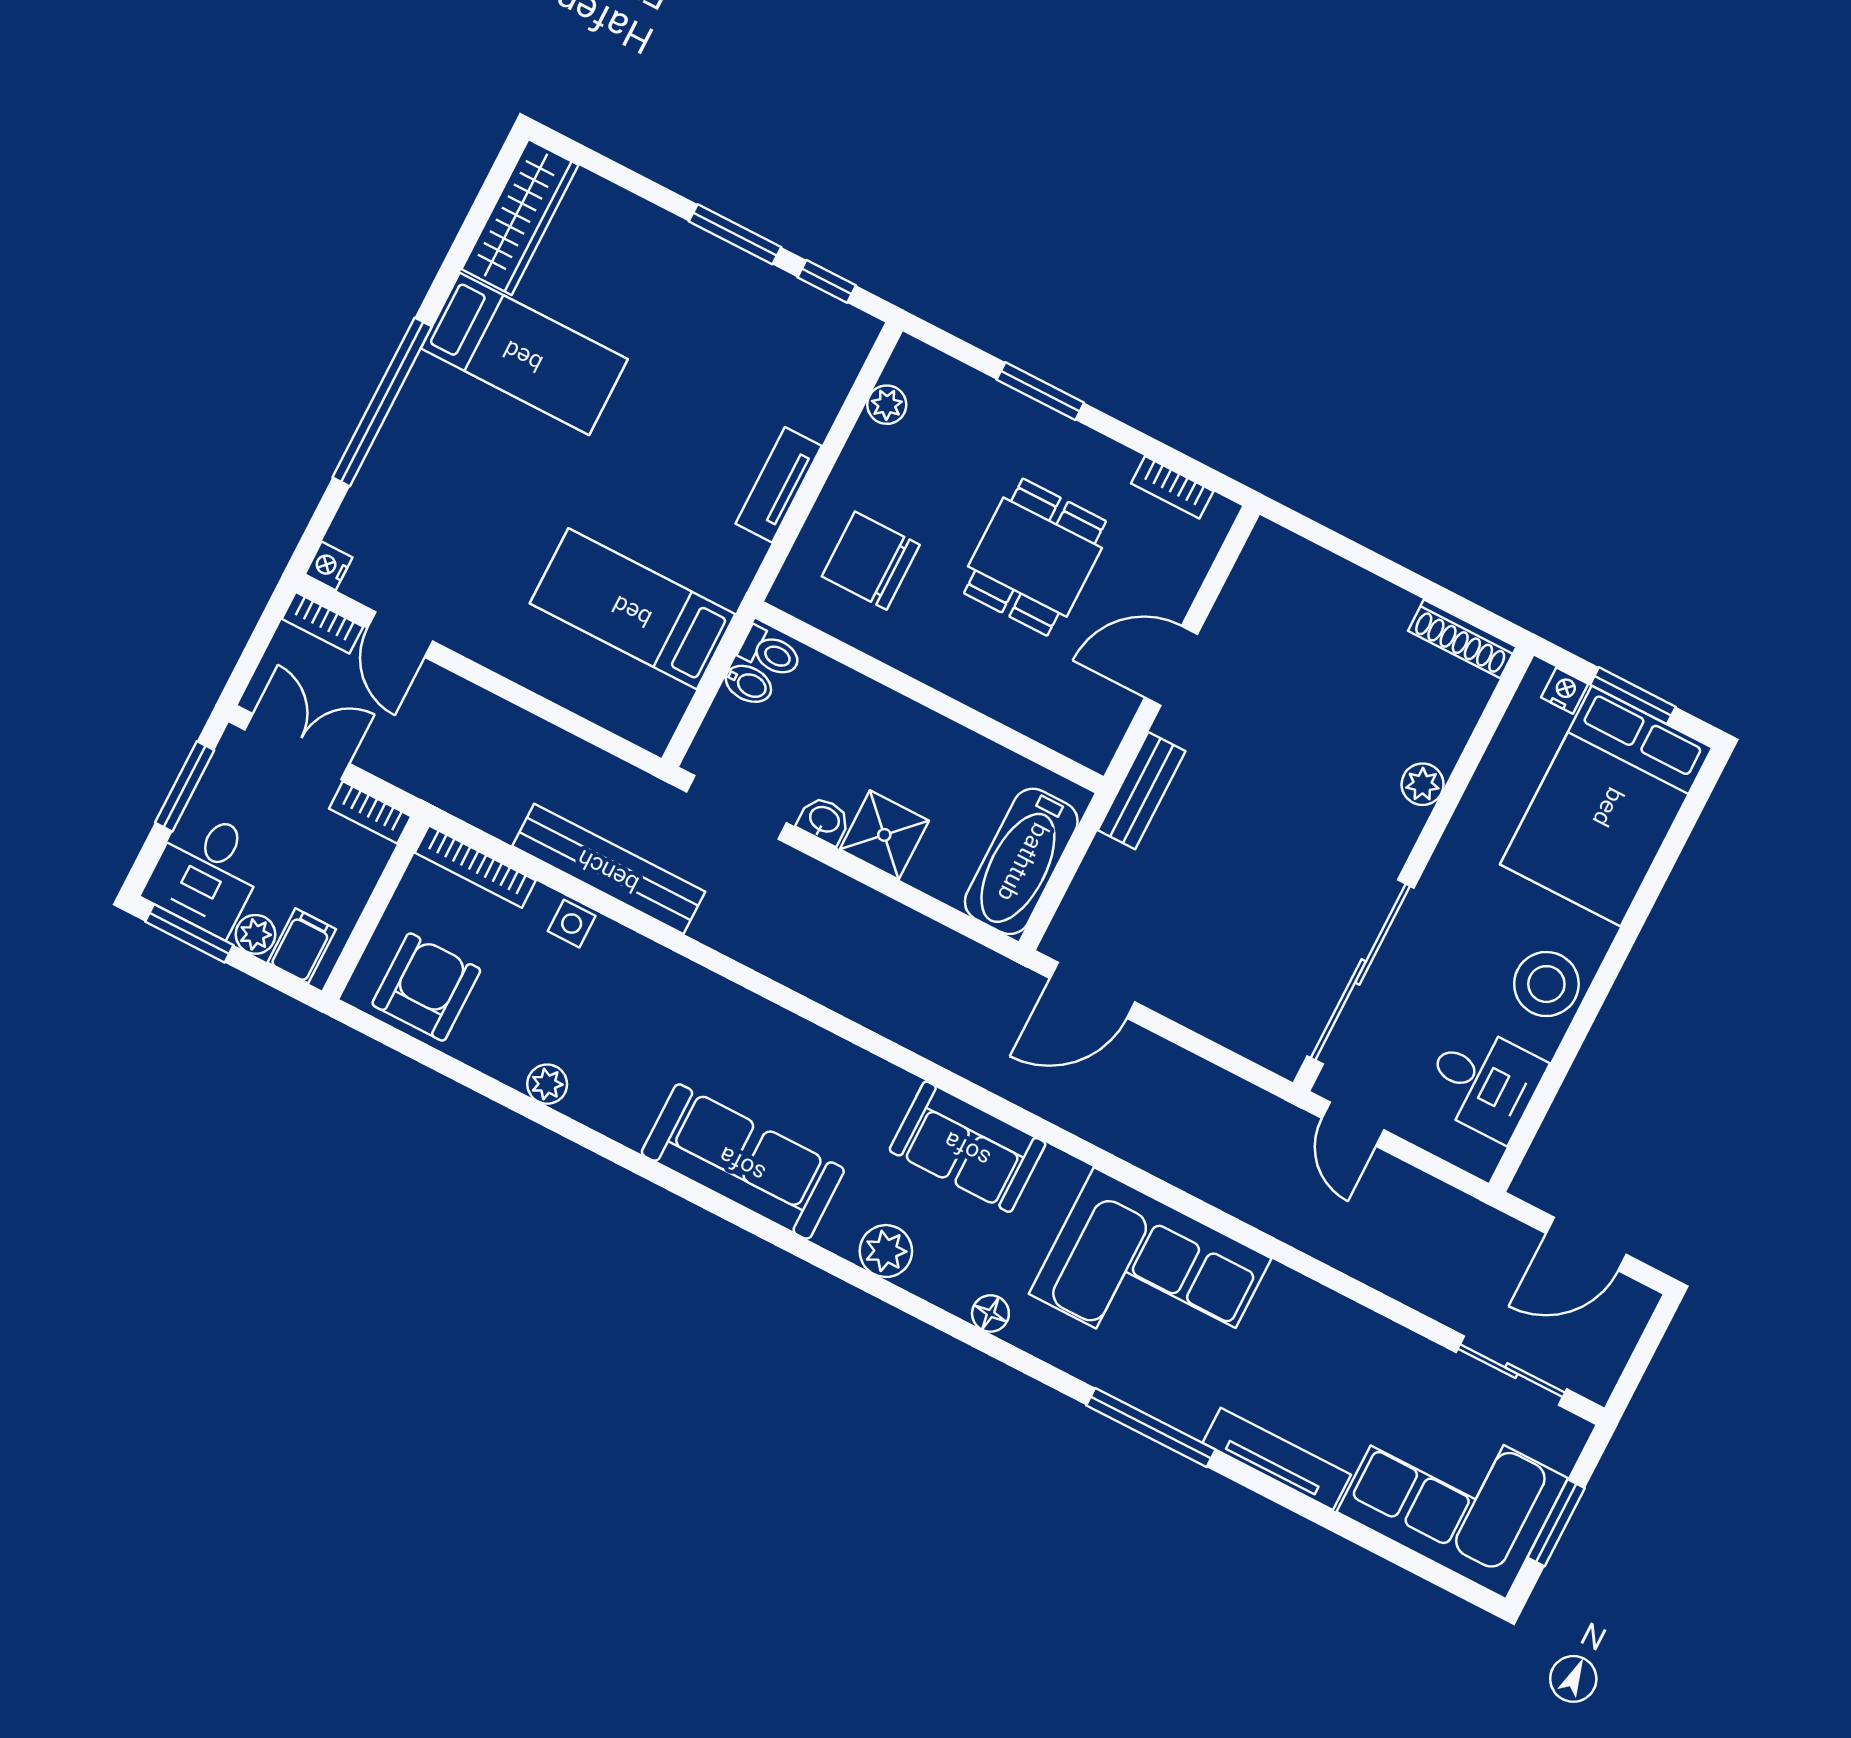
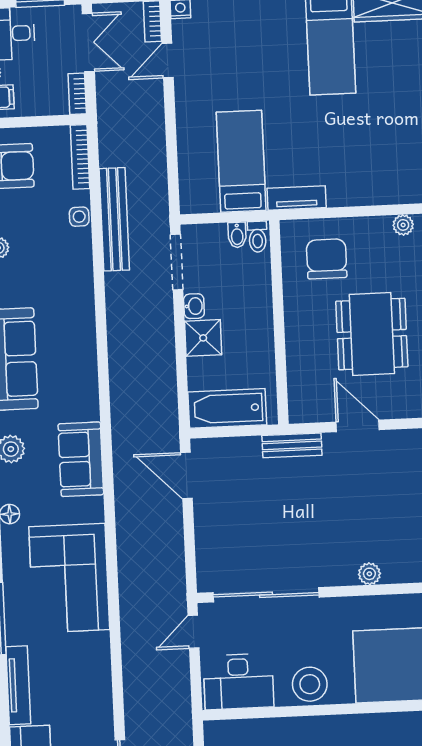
tv unit: (779, 485) -> (297, 198), moved
dining table: (1035, 557) -> (372, 334), width x1.37
desk: (1484, 1082) -> (238, 682), width x1.37

